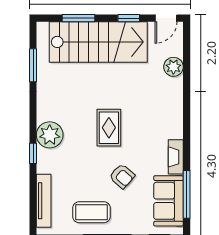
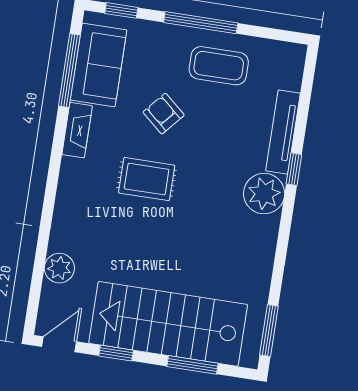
window: (33, 65) -> (269, 331), moved
rug: (109, 128) -> (147, 179), moved, turned 90
tv unit: (44, 201) -> (283, 132), moved

